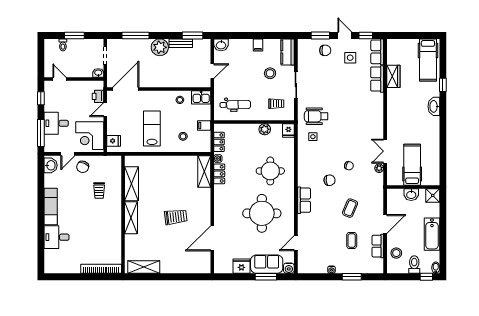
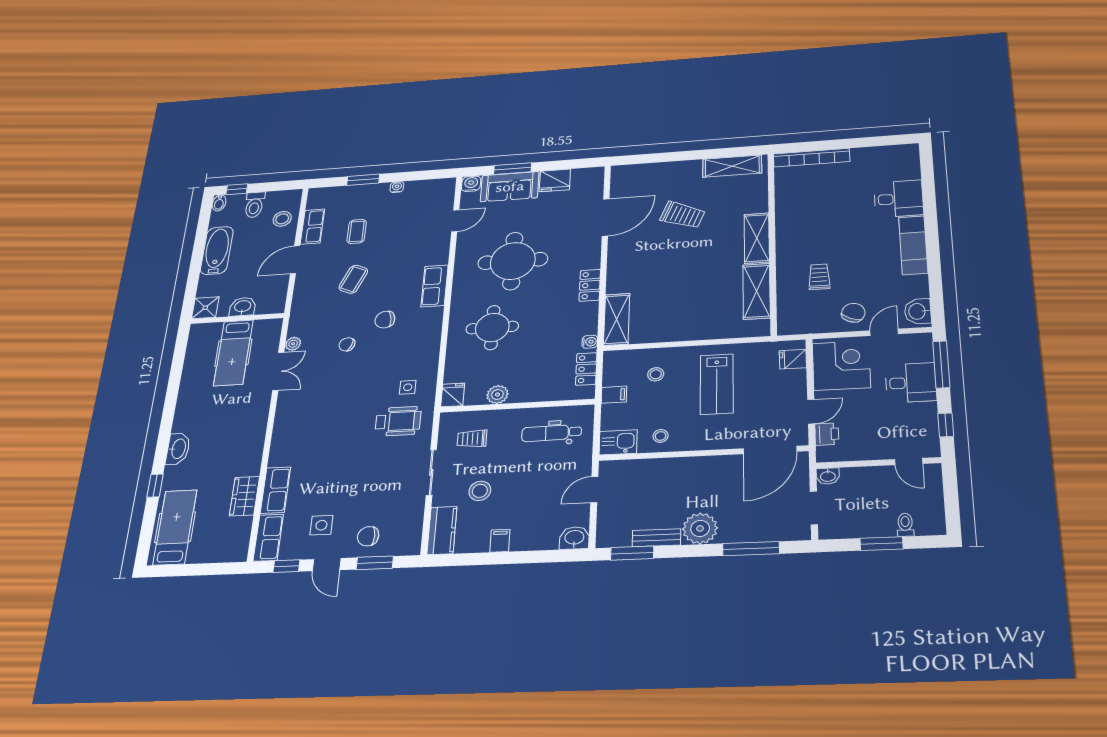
locker: (219, 174) -> (590, 285), moved
trolley: (176, 217) -> (683, 215), moved, turned -152

